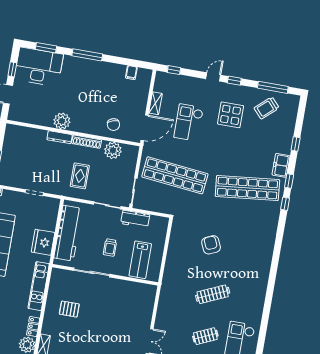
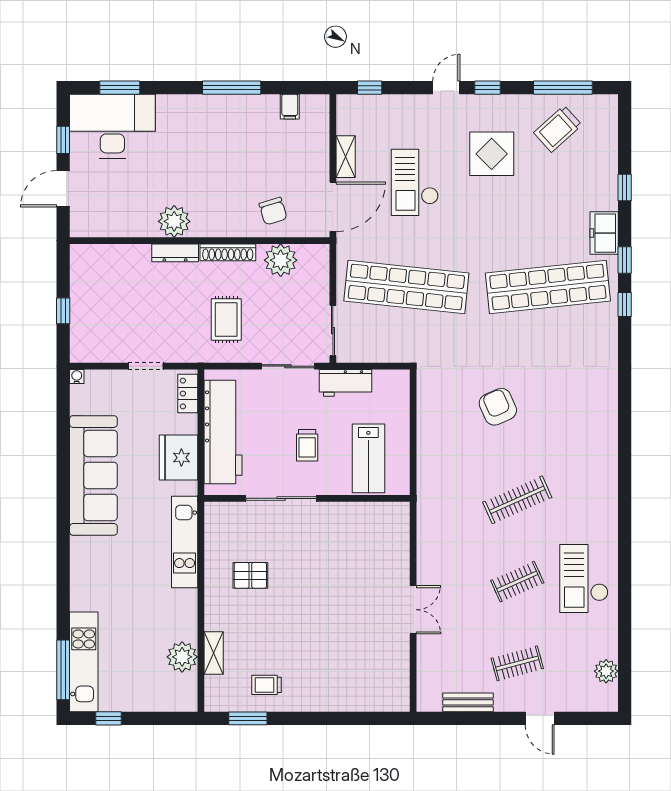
window: (87, 55) -> (232, 88), moved
locker: (33, 327) -> (188, 394), moved

